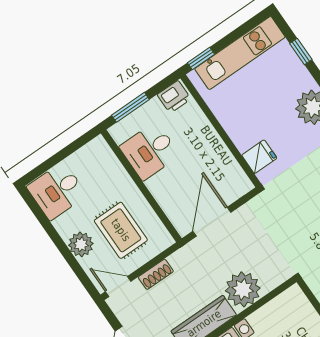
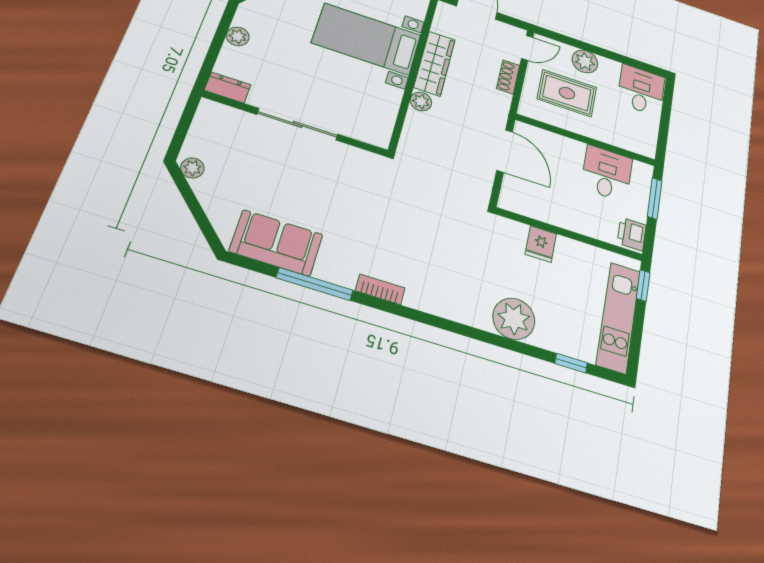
fridge: (259, 157) -> (541, 244), moved
plant: (243, 289) -> (421, 101), width x0.53, depth x0.53

